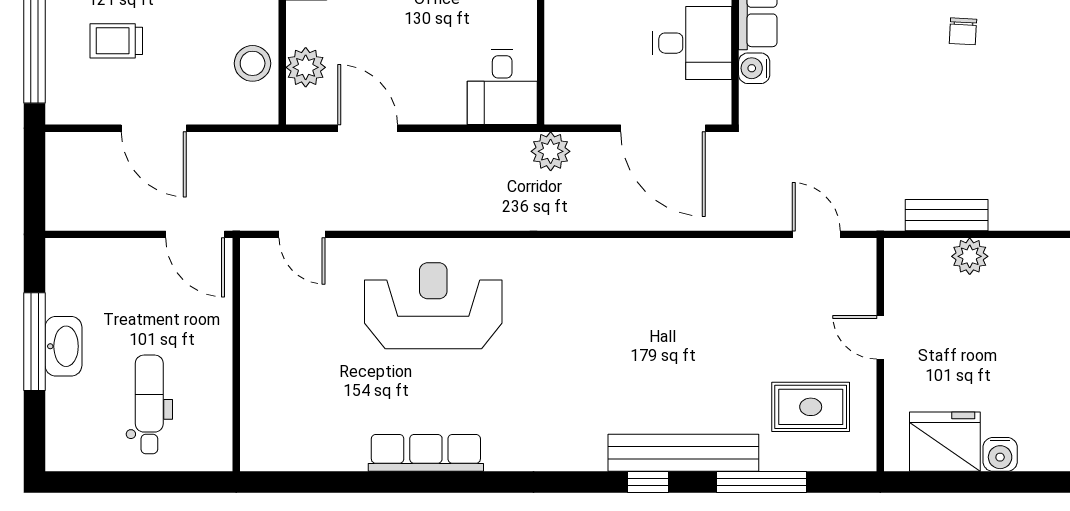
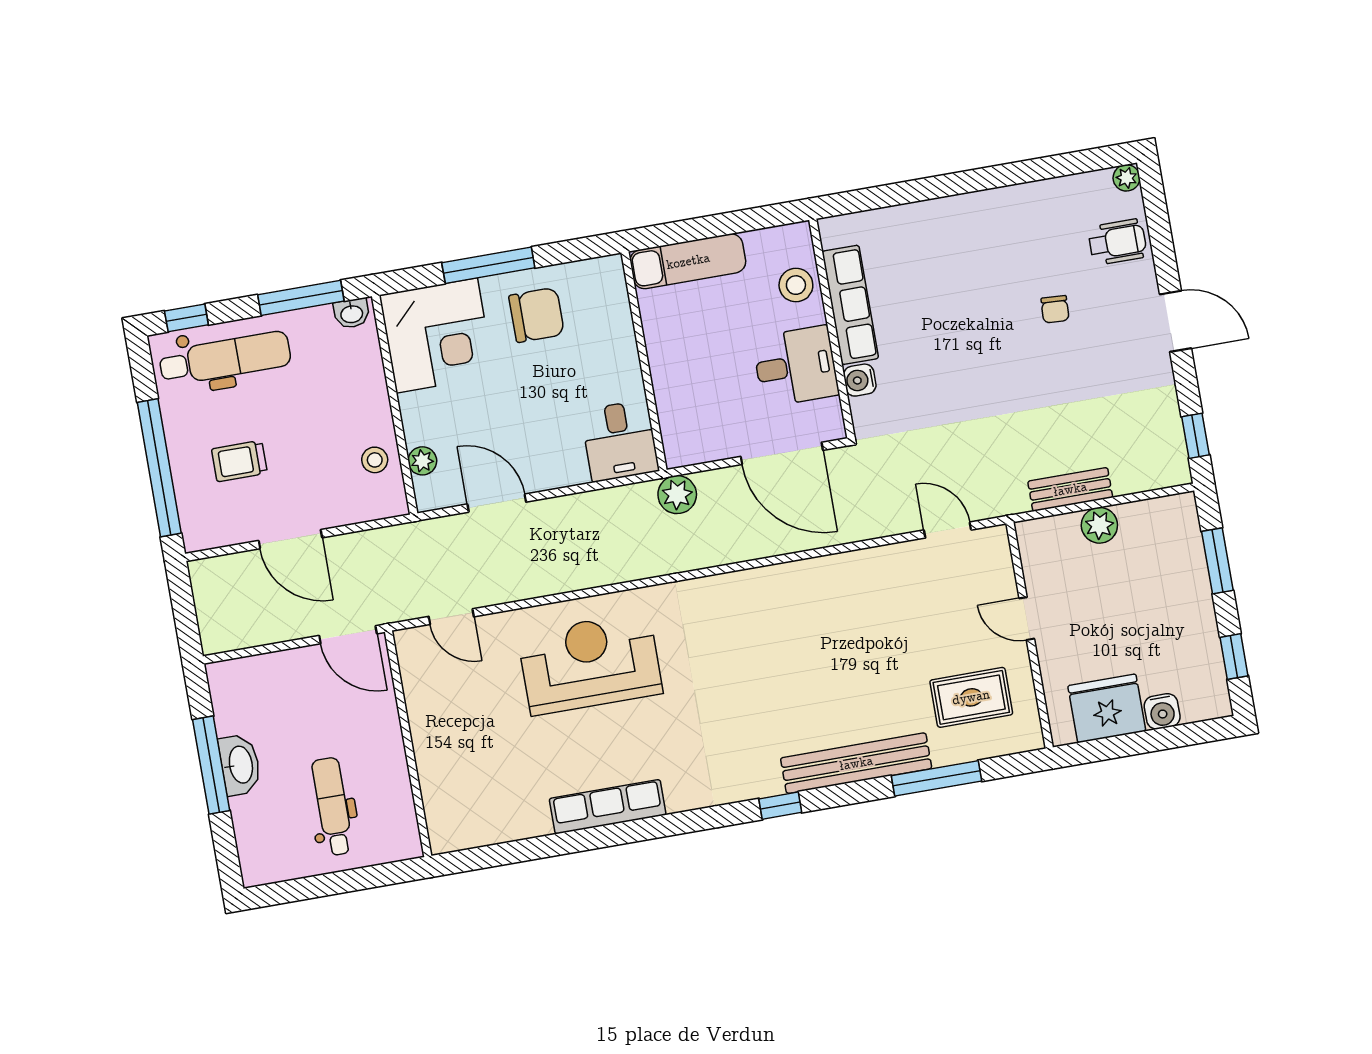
stool: (253, 63) -> (375, 460), width x0.73, depth x0.73
plant: (306, 67) -> (422, 461), width x0.73, depth x0.73
window: (648, 482) -> (780, 806), moved

